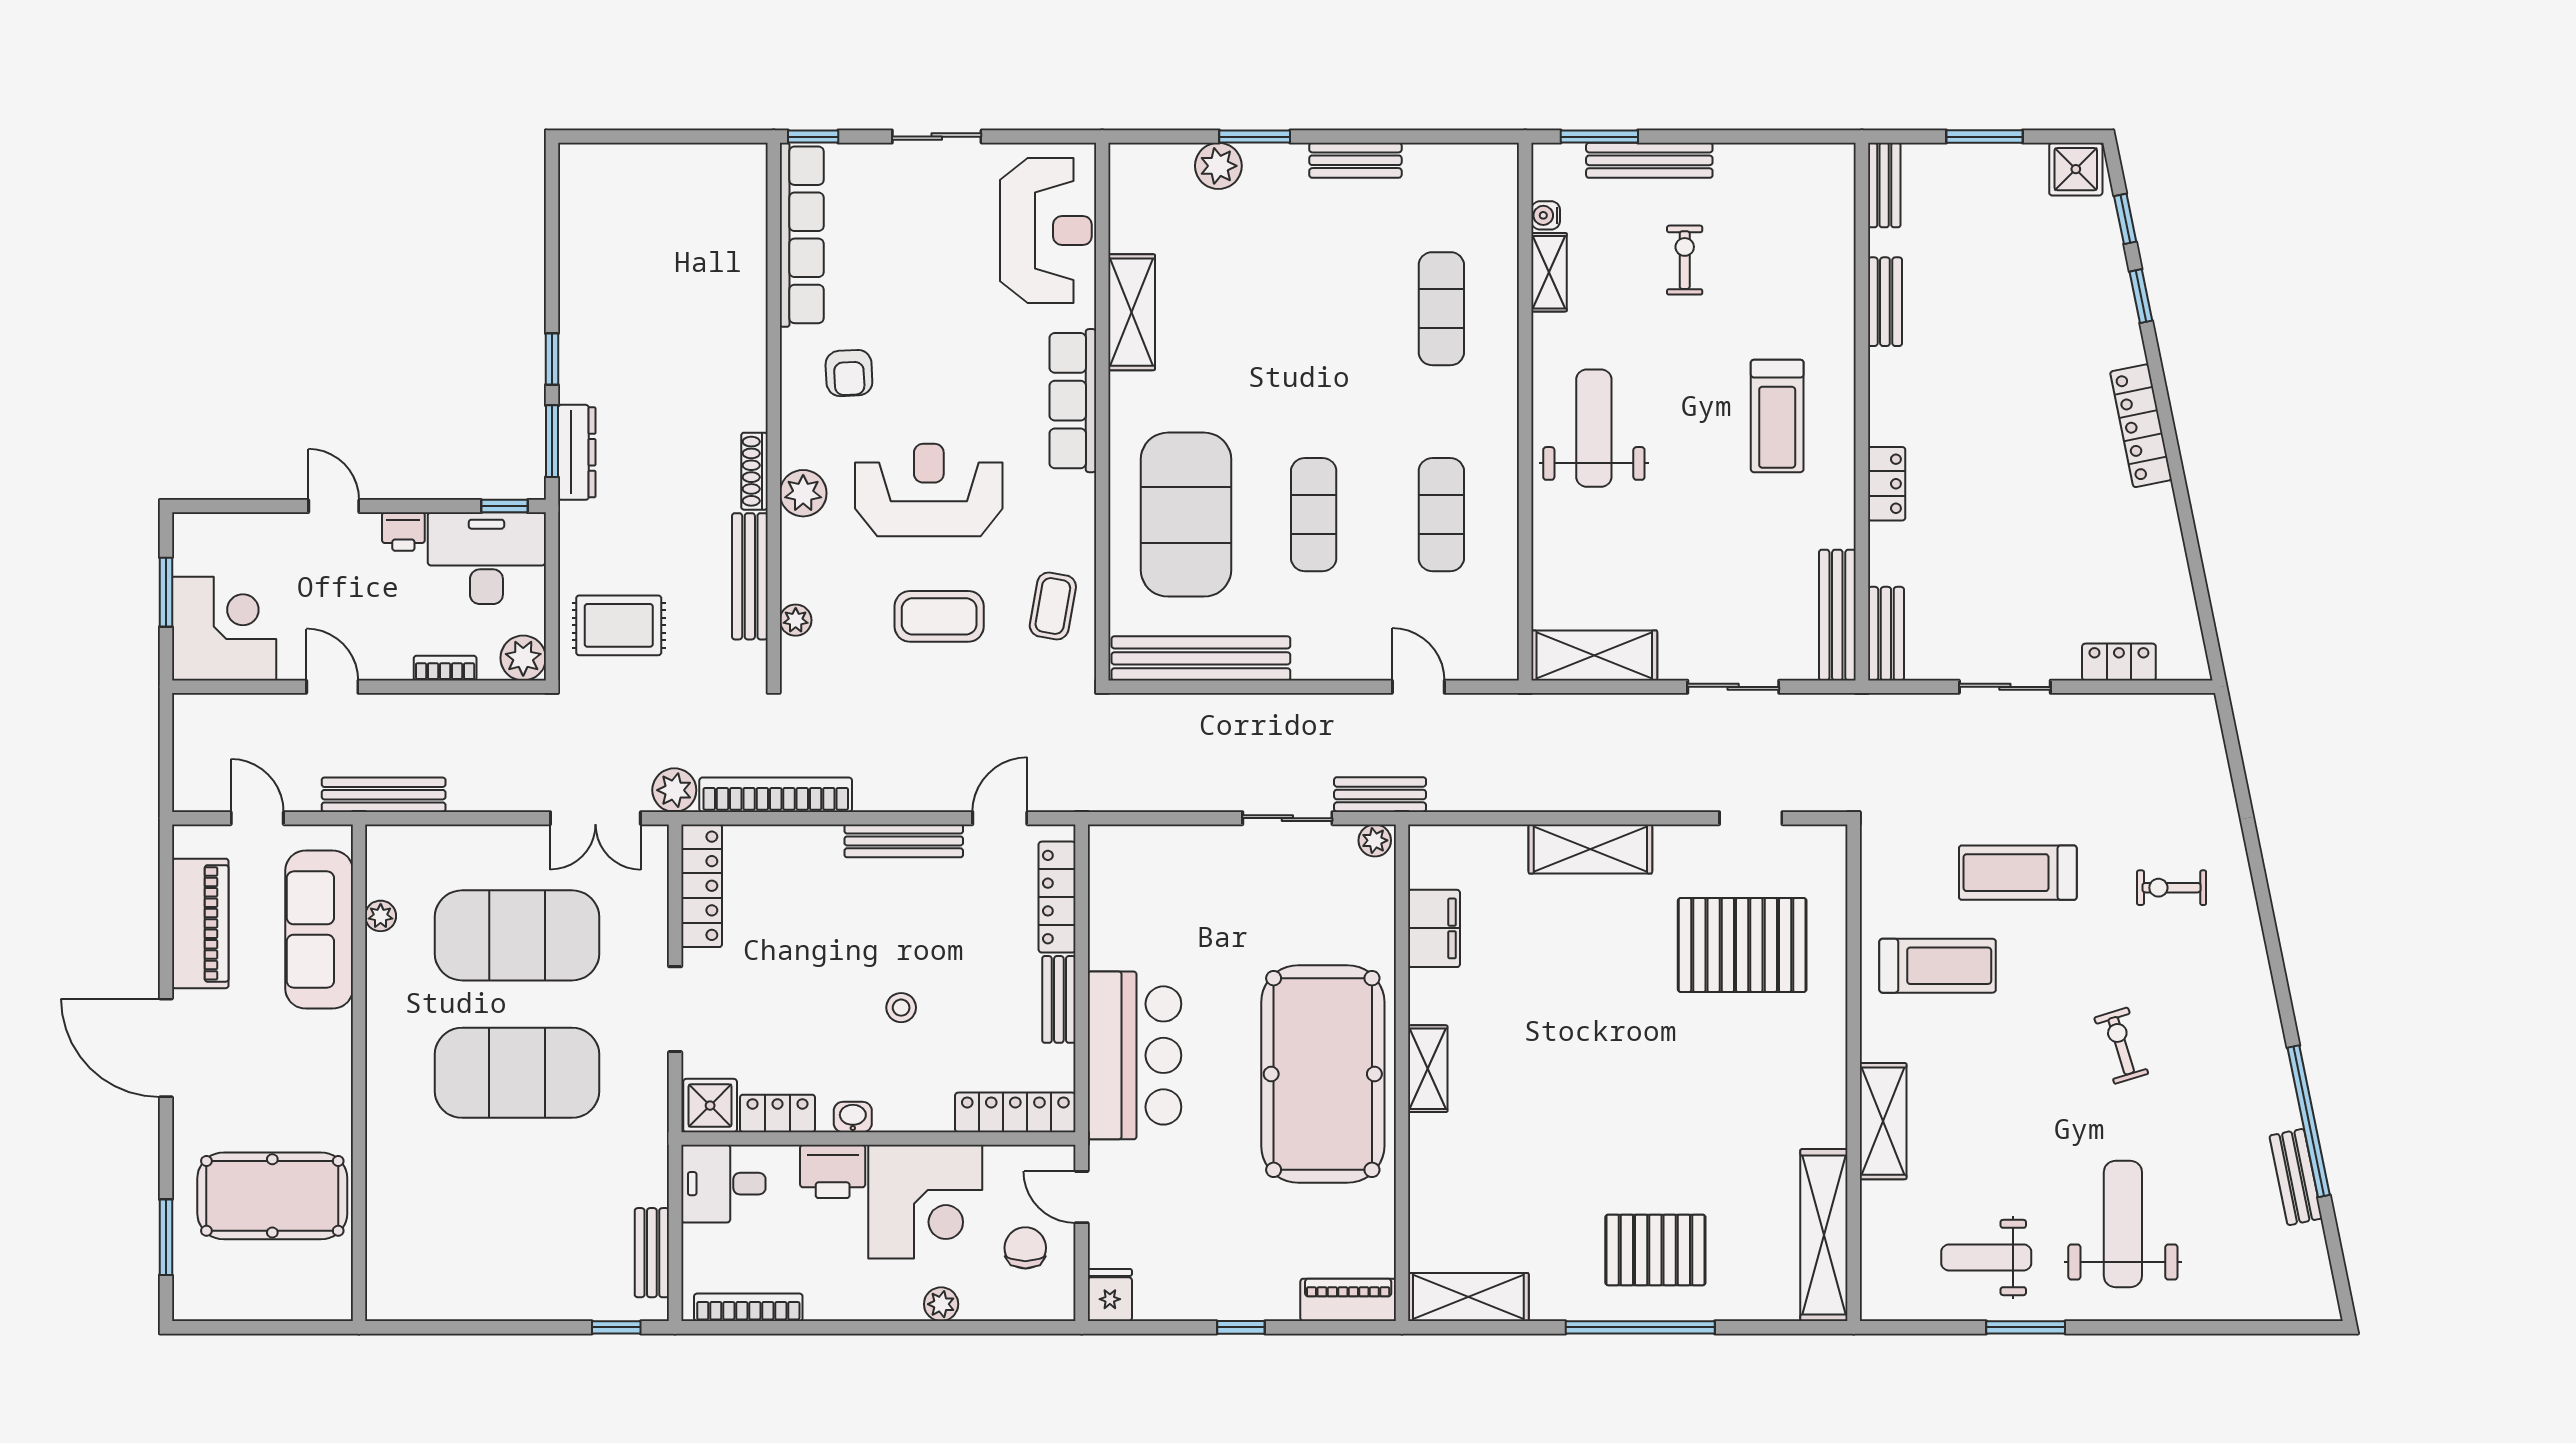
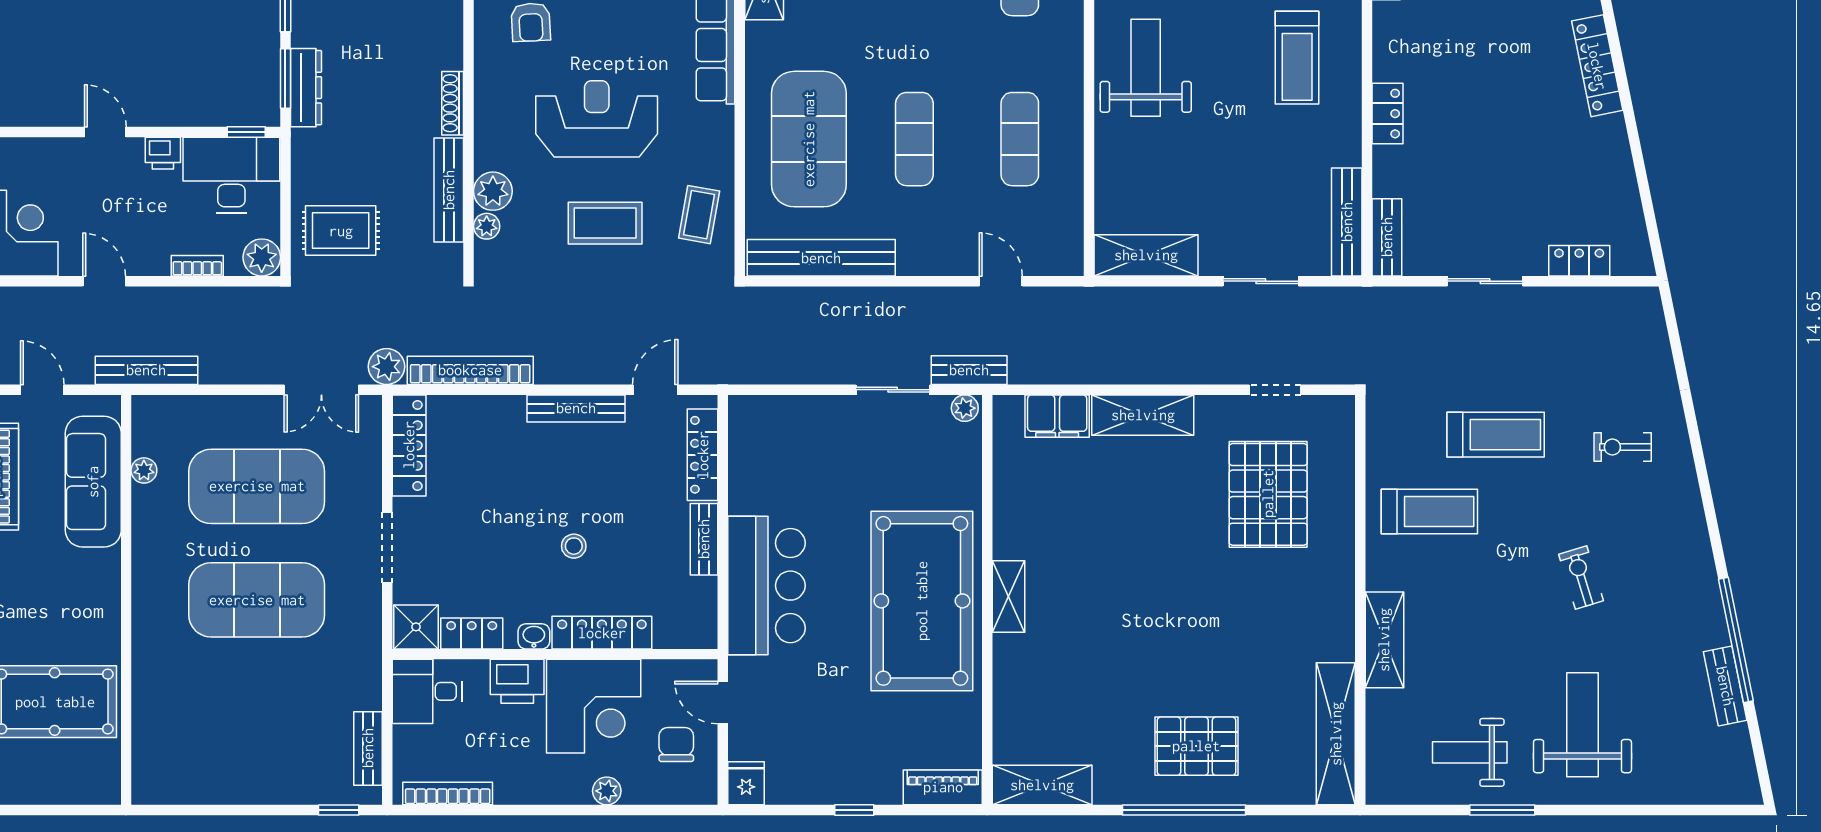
plant: (803, 493) -> (493, 191), moved
treadmill: (2018, 873) -> (1496, 435), turned 180
filing cabinet: (1434, 928) -> (1057, 416), moved, turned 90
pallet: (1742, 945) -> (1268, 494), turned 90
locker: (1015, 1112) -> (602, 633), moved

